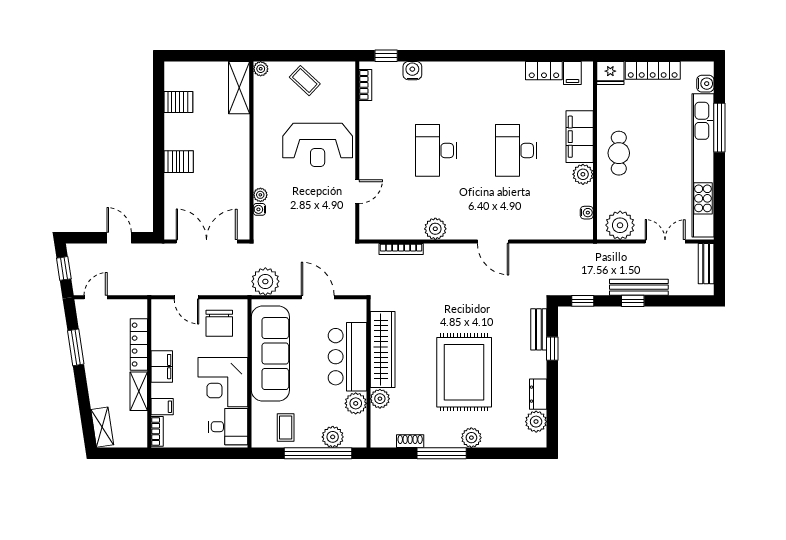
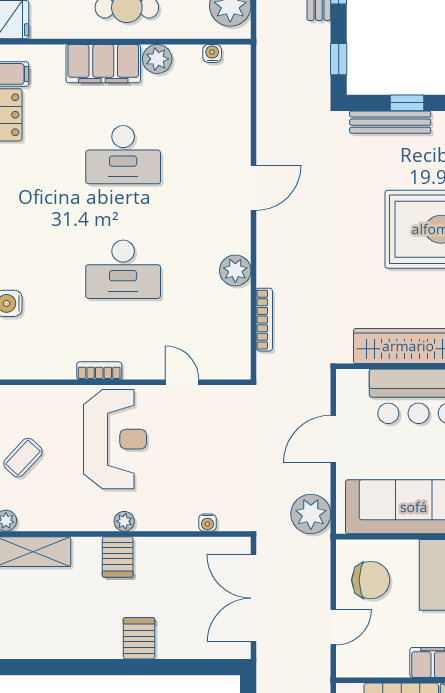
bookcase: (365, 85) -> (99, 371), moved
server rack: (178, 102) -> (118, 557), moved, turned 180
plant: (260, 195) -> (124, 521), moved
bench: (539, 329) -> (390, 122), width x1.36

